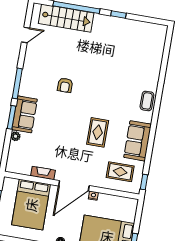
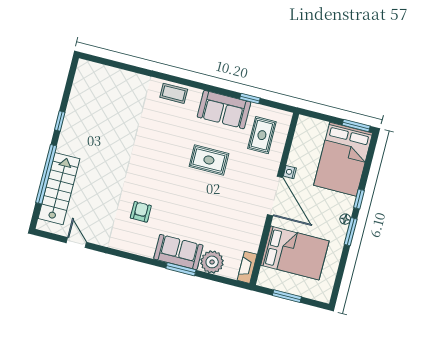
window: (17, 83) -> (138, 258), removed
armchair: (65, 85) -> (141, 212), moved, turned -90
plant: (16, 136) -> (212, 262), width x1.87, depth x1.87
fireplace: (43, 173) -> (247, 267), moved
window: (144, 182) -> (250, 99), moved

